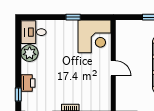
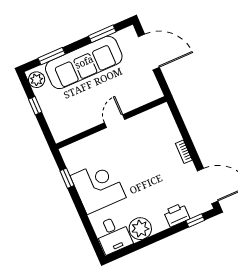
window: (73, 17) -> (67, 178), moved
corner desk: (95, 36) -> (98, 187), moved

